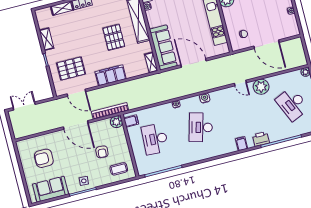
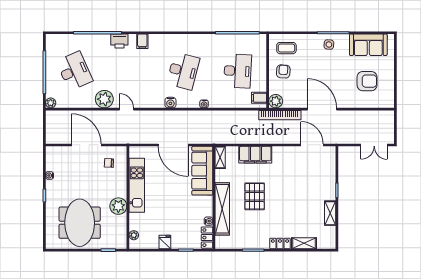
pallet: (71, 68) -> (311, 174), removed
filing cabinet: (111, 75) -> (255, 155), moved
armchair: (102, 152) -> (283, 71), moved

